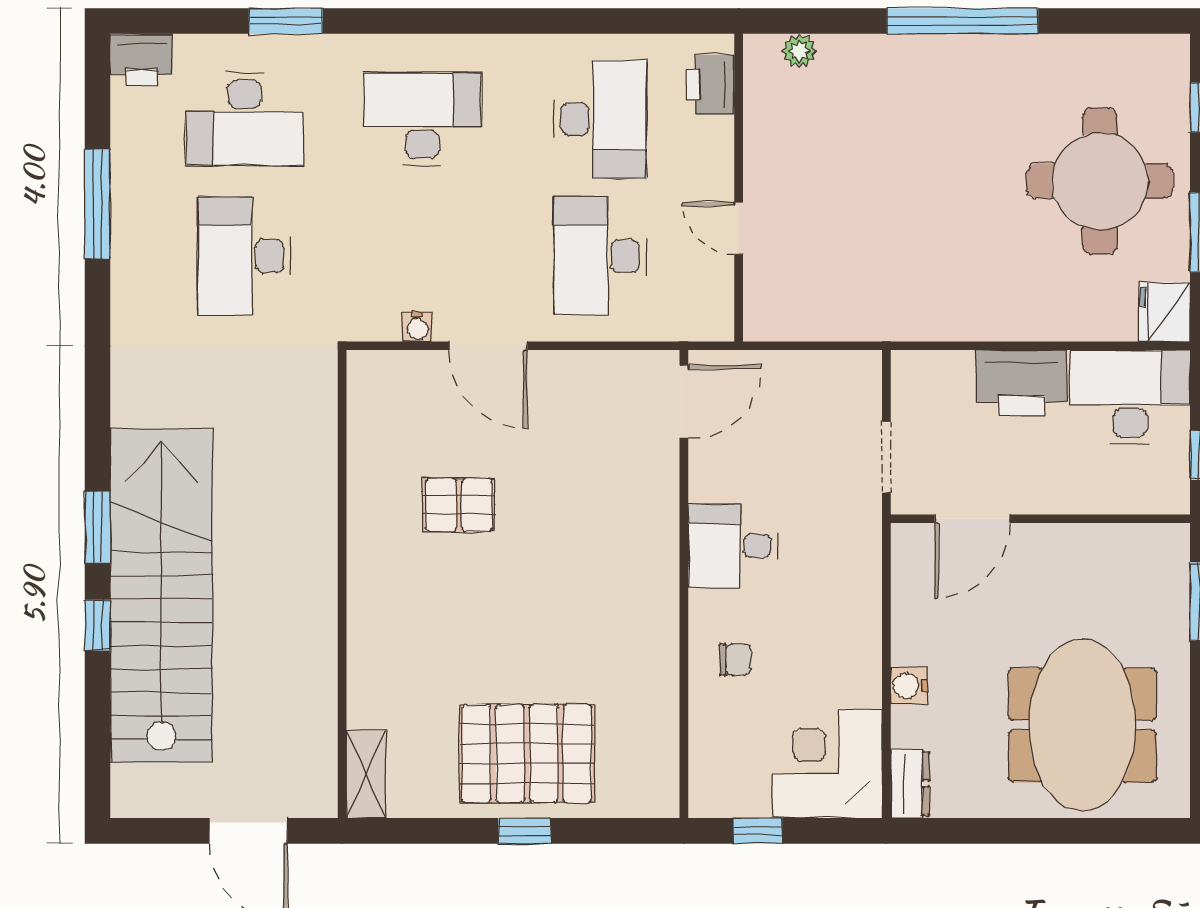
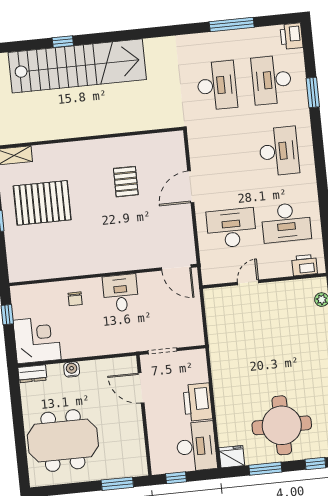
desk: (244, 256) -> (217, 85), turned 90
water cooler: (417, 327) -> (196, 158), removed
window: (97, 527) -> (102, 38), removed
pallet: (527, 754) -> (42, 203), moved, turned 90

